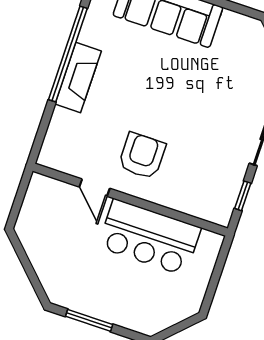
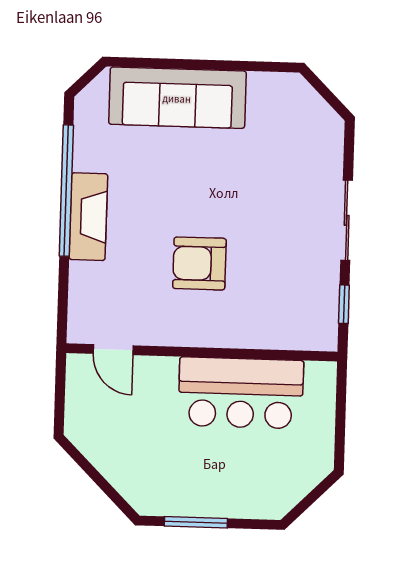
armchair: (142, 156) -> (199, 263), moved, turned -90
door: (94, 188) -> (113, 350), moved

